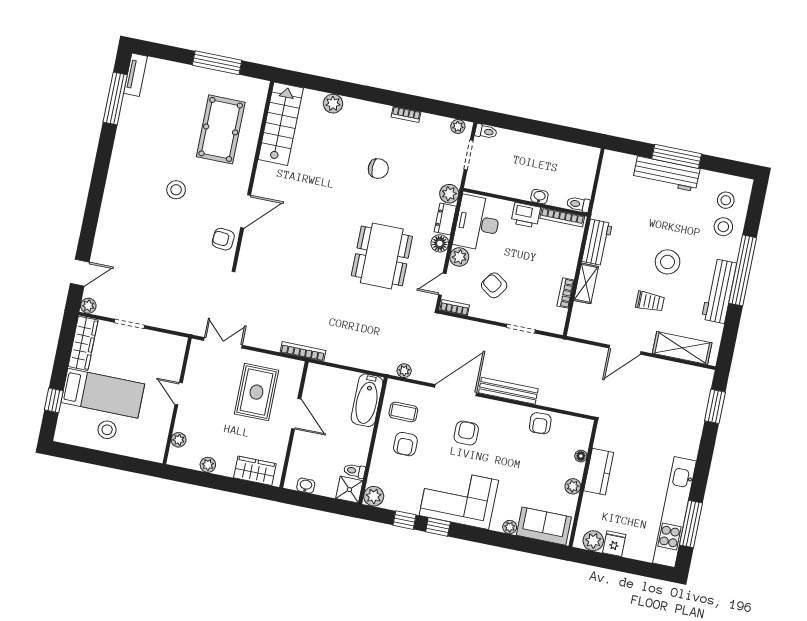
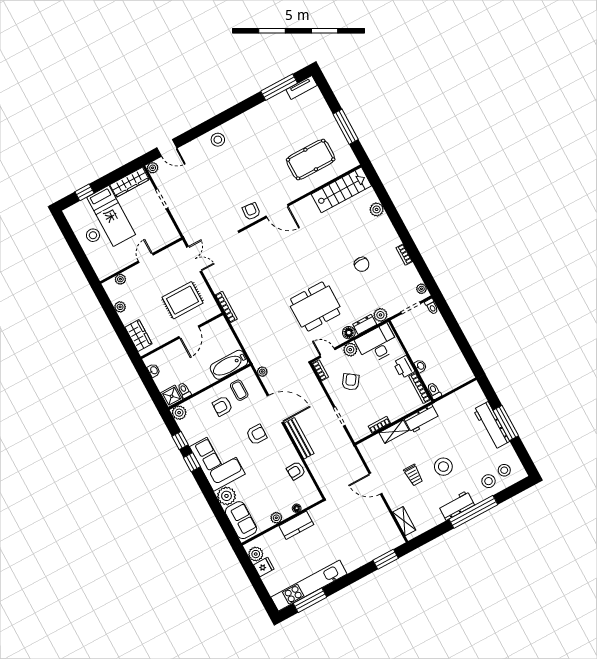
stool: (176, 190) -> (218, 140), moved
workbench: (719, 291) -> (456, 505), width x0.73
shelving: (682, 348) -> (404, 521), width x0.67, depth x0.75
plant: (510, 527) -> (226, 496), width x1.88, depth x1.88

